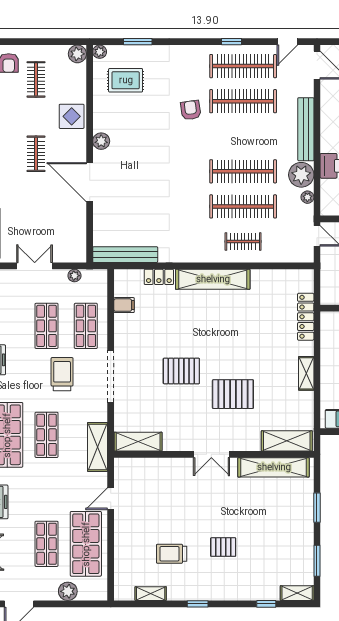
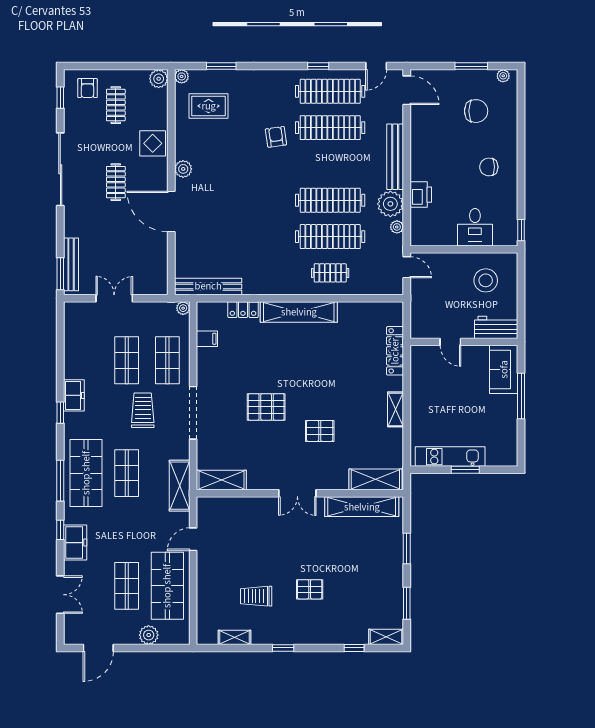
plant: (74, 276) -> (183, 308), moved
pallet: (233, 394) -> (320, 431), width x0.67, depth x0.71

